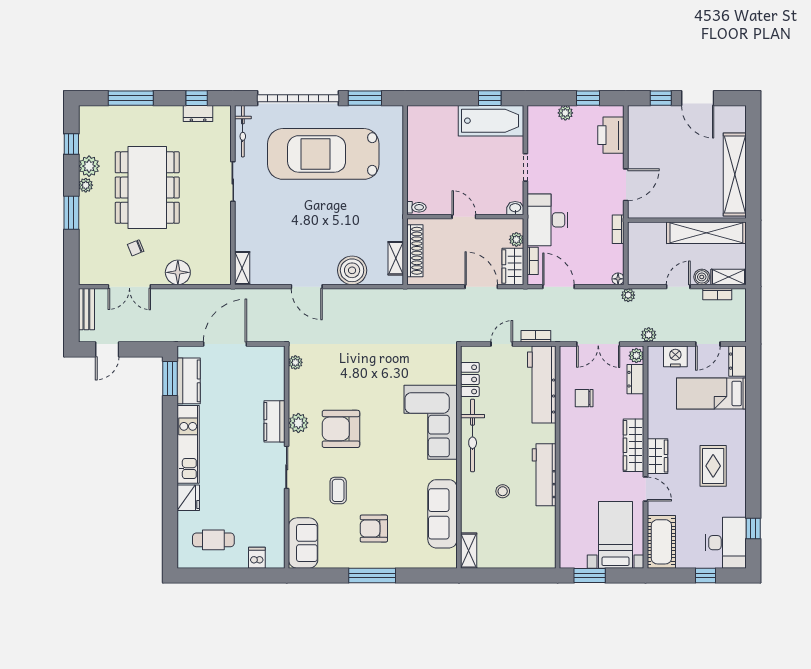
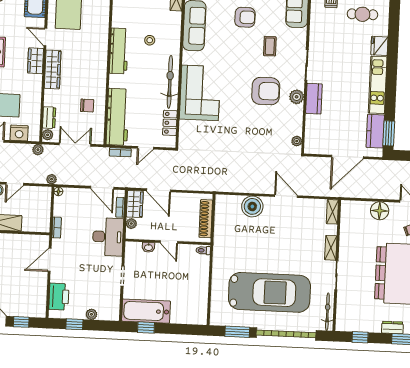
dresser: (198, 114) -> (392, 328), moved
washbasin: (515, 208) -> (148, 247), moved
shelving: (396, 258) -> (331, 248), moved

